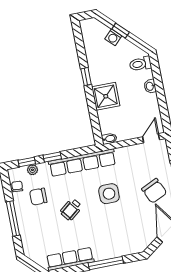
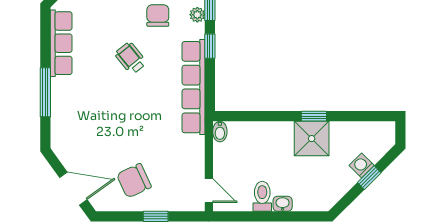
toilet: (140, 64) -> (262, 196), moved
shower: (106, 96) -> (312, 139), moved
side table: (109, 194) -> (142, 116), removed

